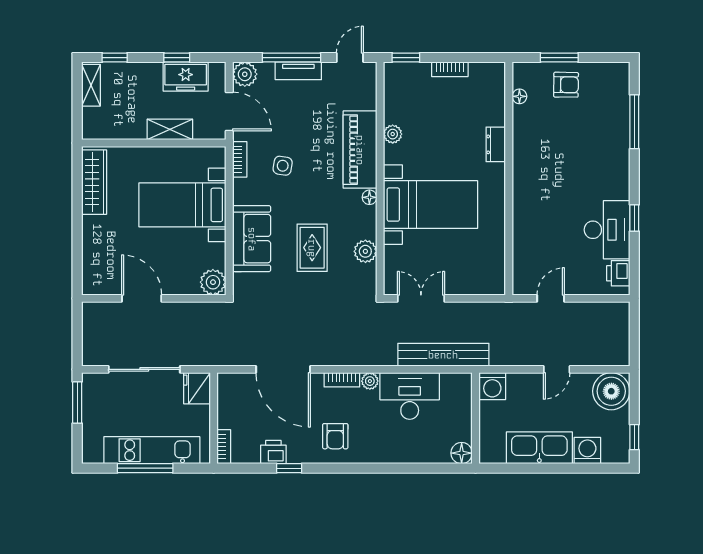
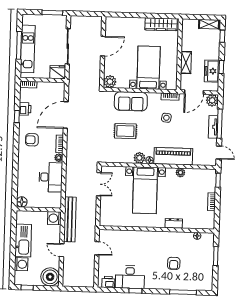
armchair: (566, 85) -> (174, 263), moved
plant: (365, 251) -> (139, 158), moved
bench: (443, 355) -> (70, 219), moved

